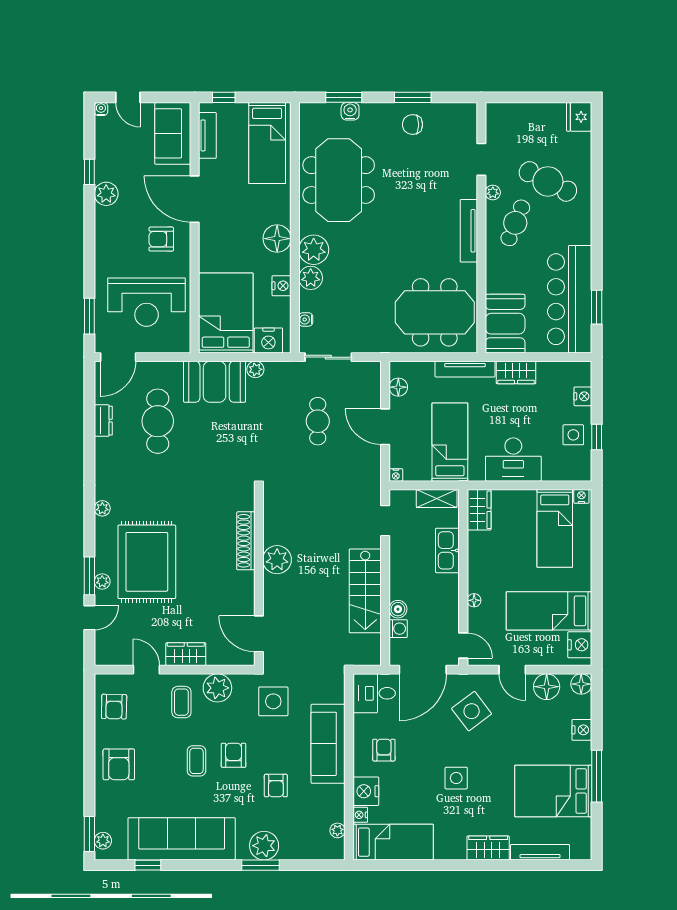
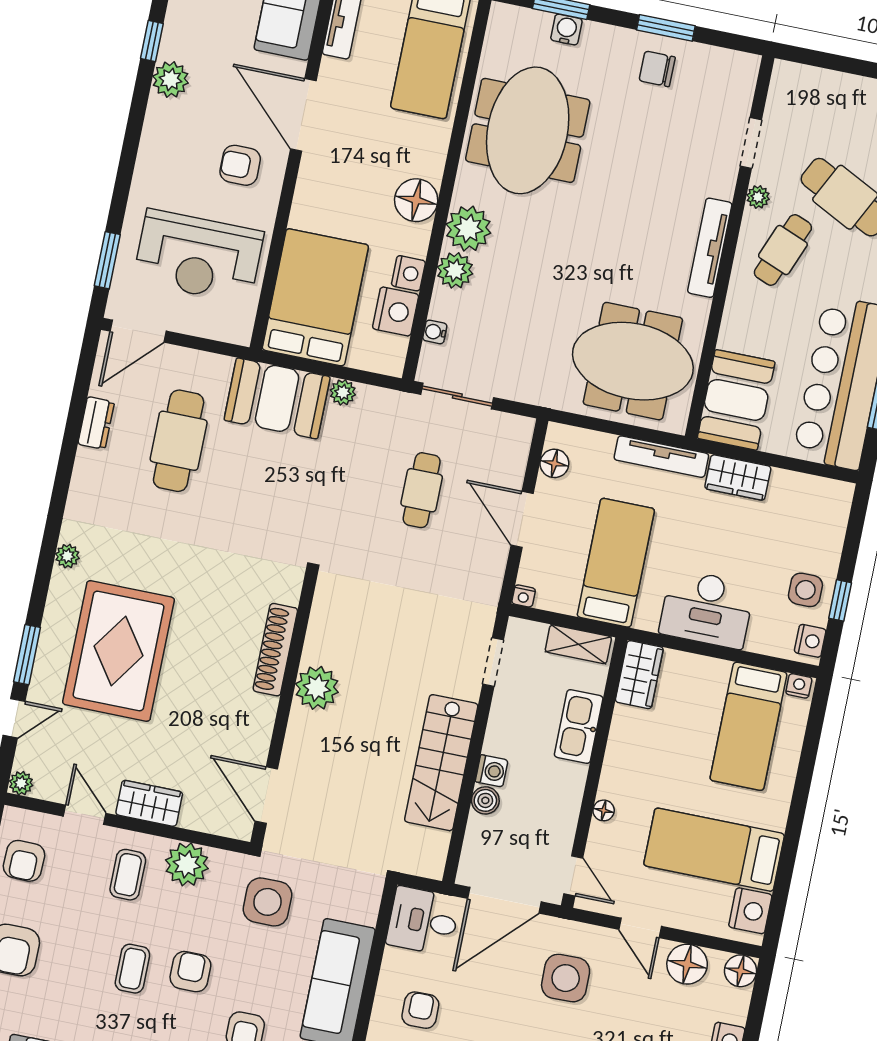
nightstand: (268, 340) -> (396, 311), moved, turned -90
nightstand: (583, 396) -> (810, 641), moved
plant: (102, 581) -> (21, 783), moved
washing machine: (398, 629) -> (492, 771), moved
side table: (472, 711) -> (566, 978), turned 36

